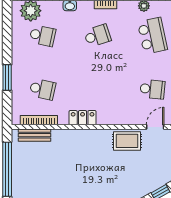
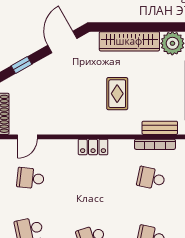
locker: (83, 118) -> (93, 147), moved
rug: (127, 141) -> (117, 94), moved, turned 90

